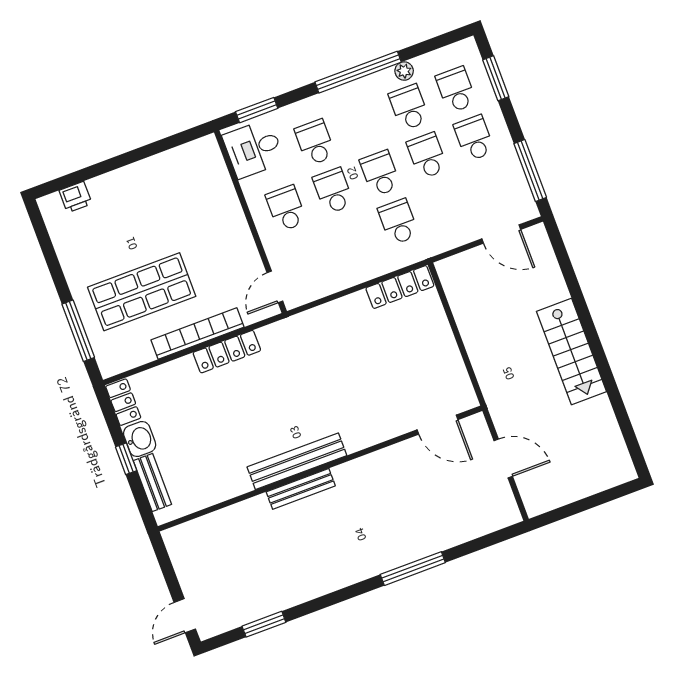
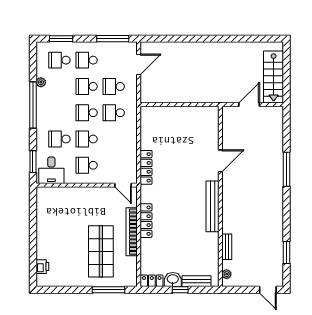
school desk: (409, 107) -> (114, 86), moved
locker: (400, 287) -> (146, 167), moved
stairs: (571, 351) -> (274, 77), moved, turned 90
door: (437, 425) -> (220, 161), moved
bench: (301, 489) -> (227, 247), moved, width x0.73
plant: (185, 532) -> (227, 274), added

